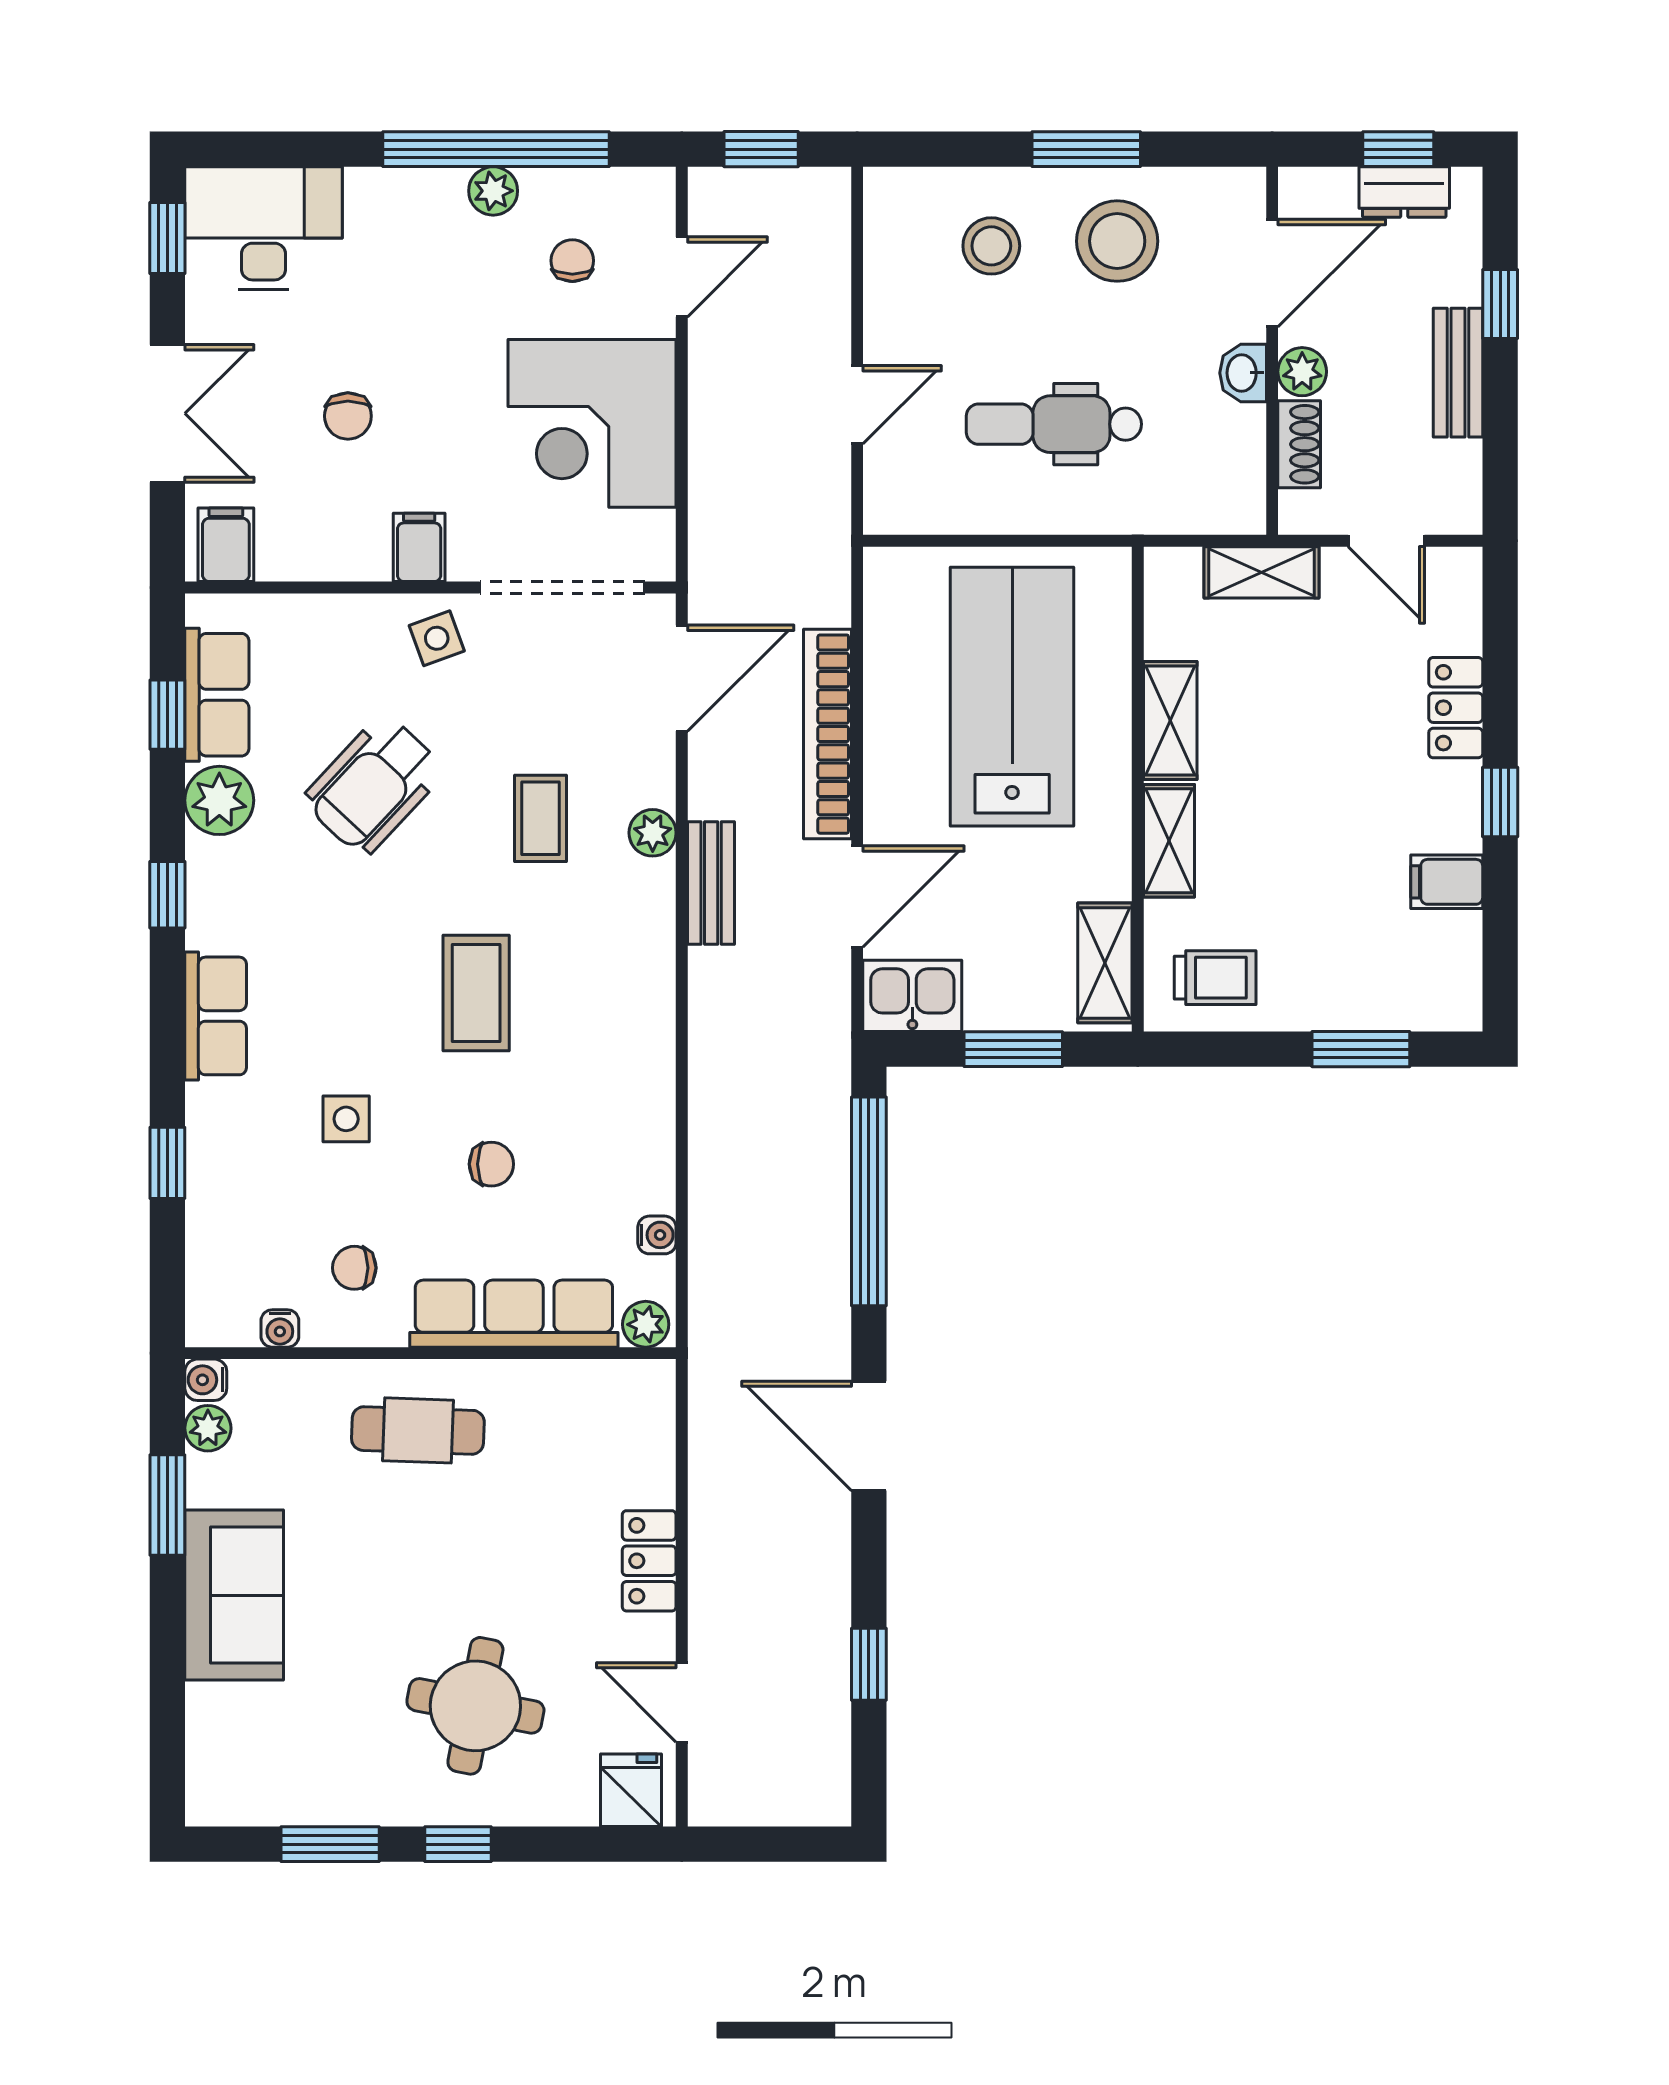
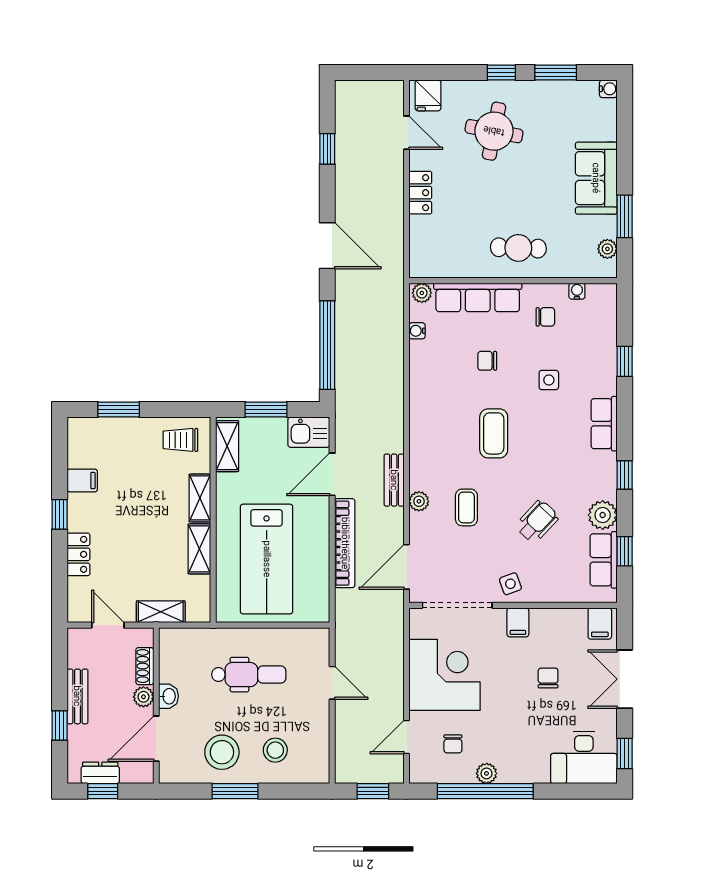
door: (857, 405) -> (332, 683), swing flipped
wheelchair: (374, 785) -> (537, 521), width x0.73, depth x0.73
water cooler: (206, 1380) -> (608, 89), moved

